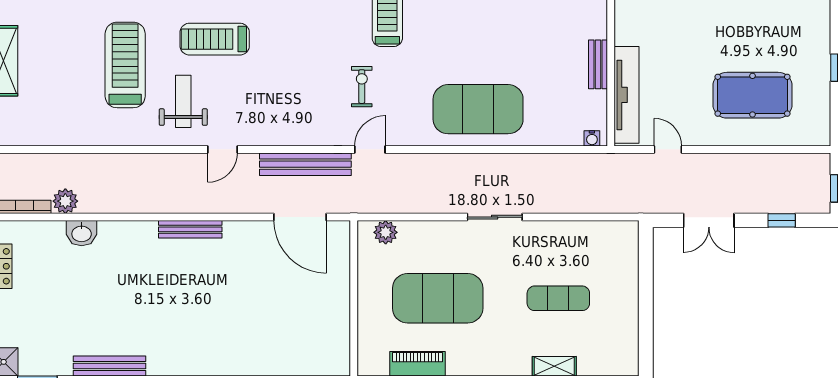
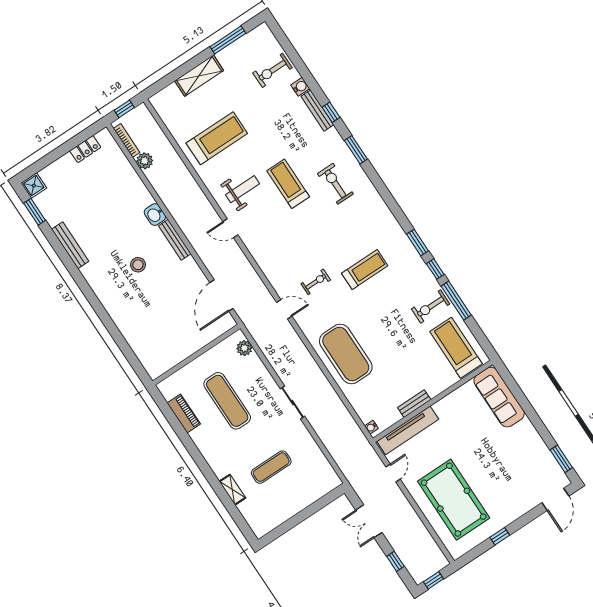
treadmill: (125, 65) -> (217, 138), moved
pool table: (752, 95) -> (454, 500), width x1.36, depth x1.32
bench: (305, 164) -> (253, 279), removed
washbasin: (82, 233) -> (155, 215), moved
stool: (191, 297) -> (138, 265), added
exercise mat: (438, 298) -> (227, 401), width x0.68
exercise mat: (558, 298) -> (271, 467), turned 90

